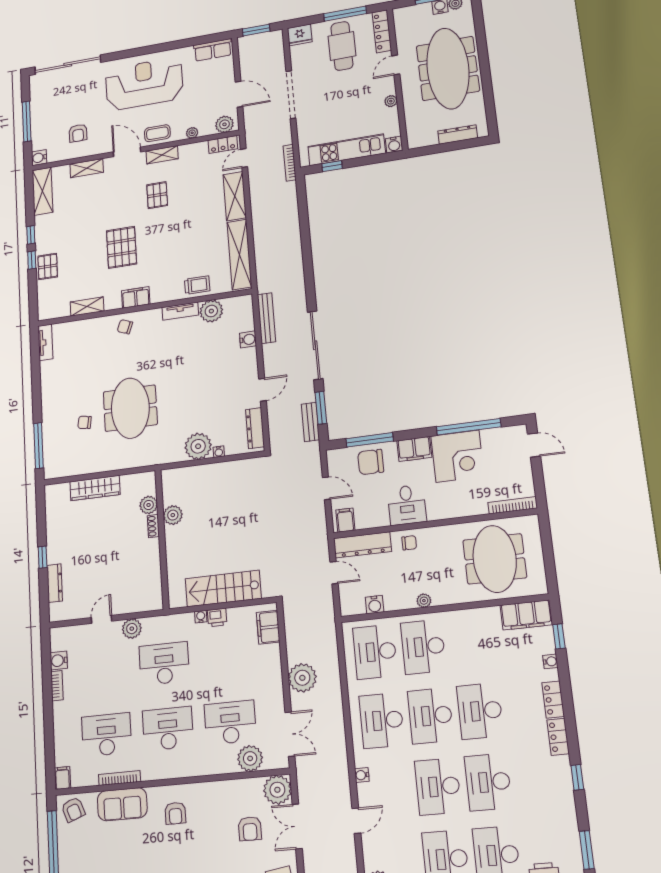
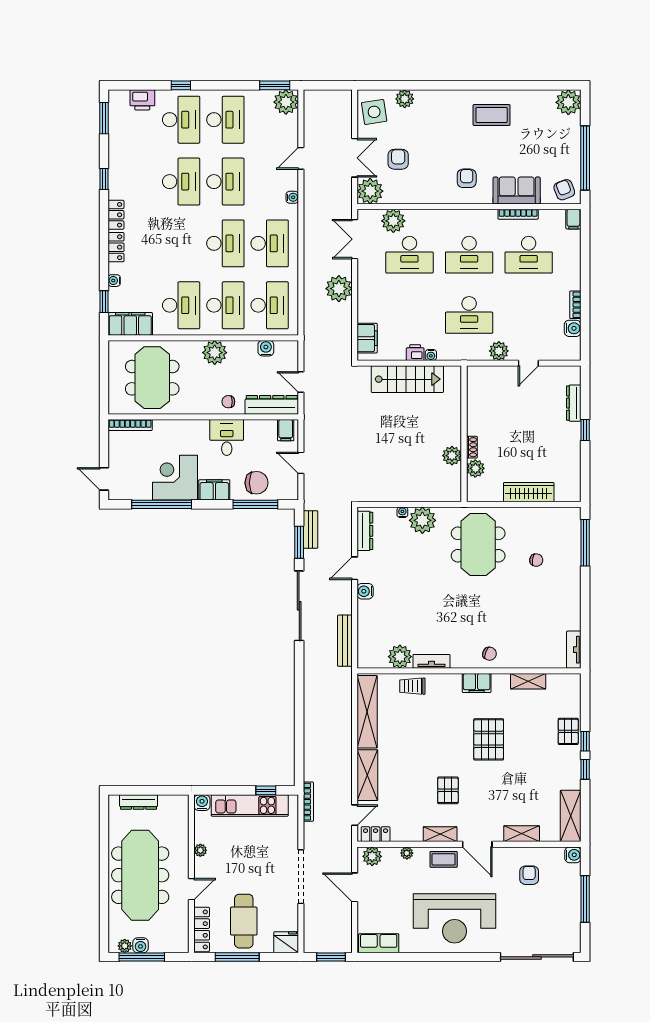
water cooler: (248, 339) -> (365, 591), moved
meeting table: (130, 408) -> (478, 545), moved
plant: (424, 601) -> (215, 353), width x1.88, depth x1.88
desk: (480, 711) -> (181, 305), moved

